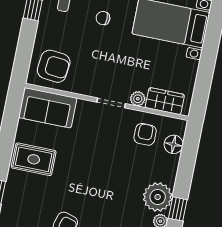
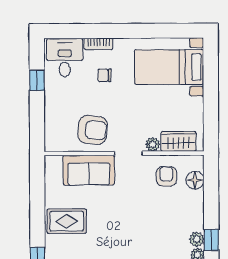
armchair: (54, 66) -> (93, 130), moved
sofa: (48, 108) -> (89, 170), moved
plant: (158, 197) -> (197, 239), width x0.53, depth x0.53

